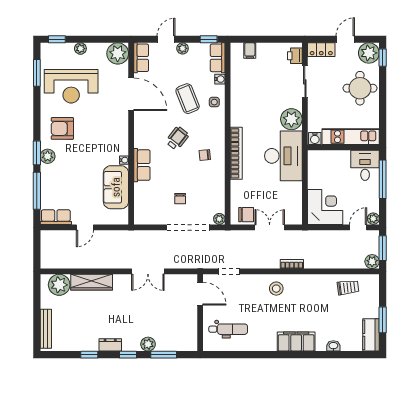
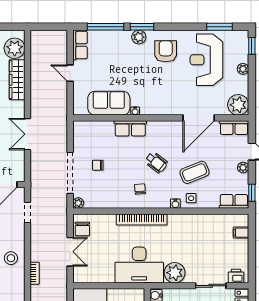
water cooler: (220, 79) -> (175, 204), moved

